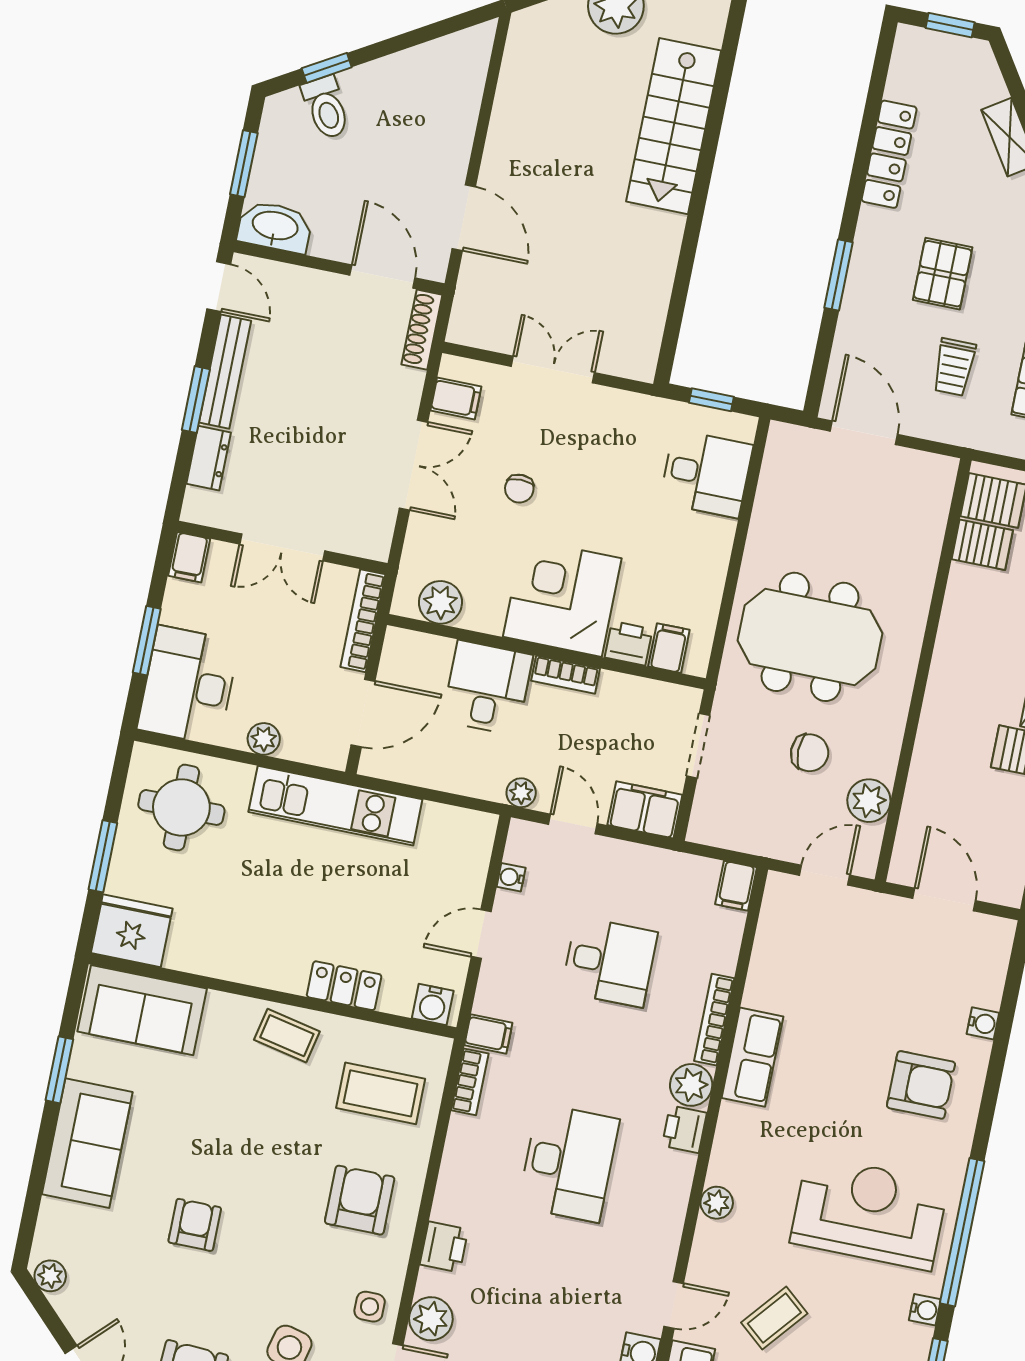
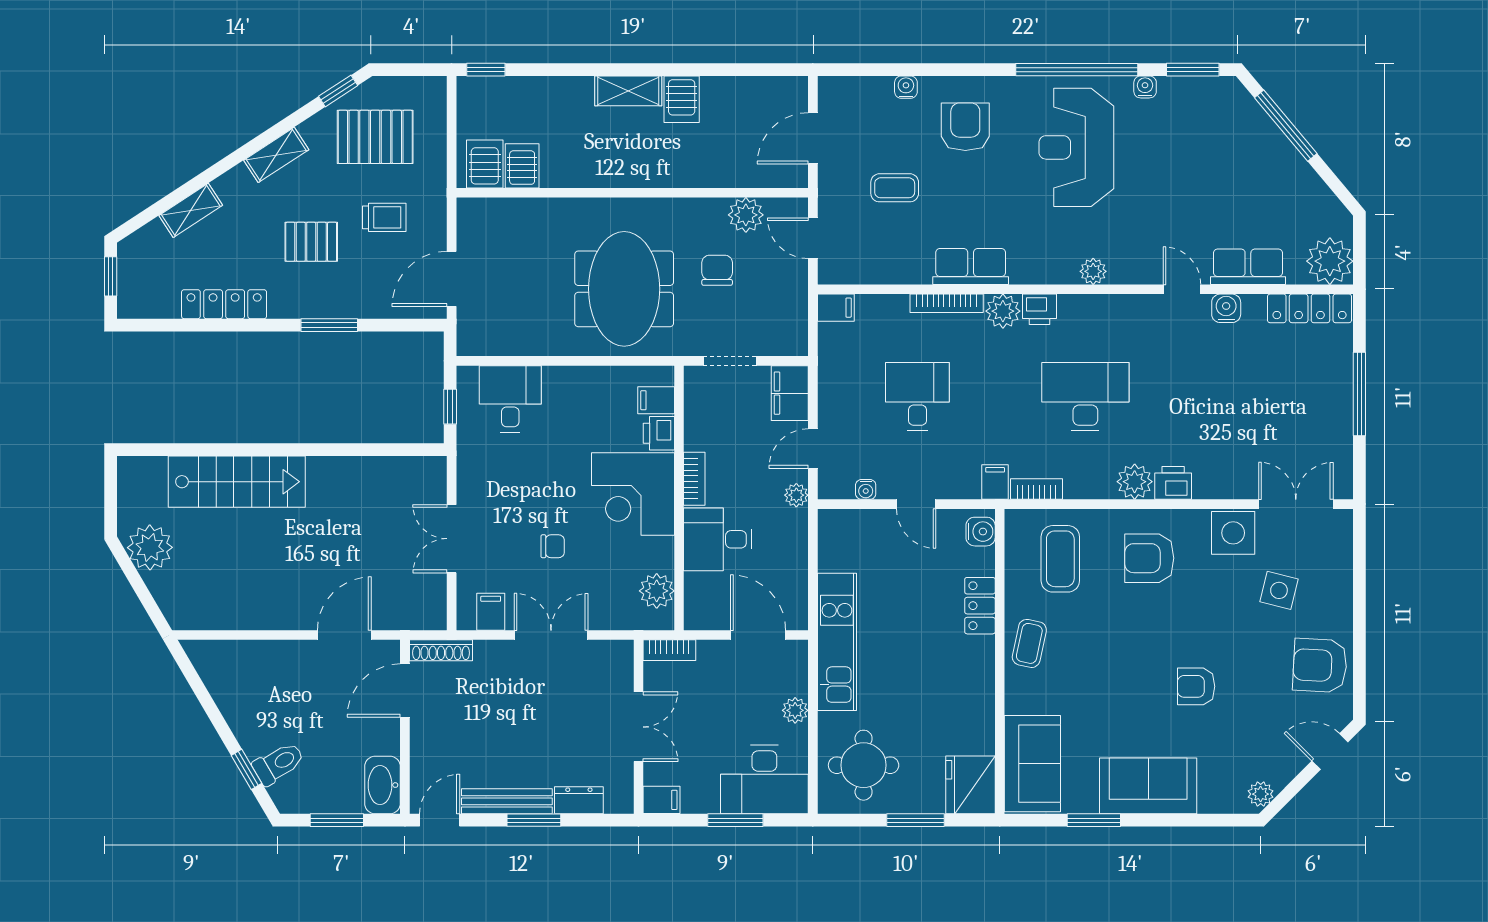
bookcase: (363, 621) -> (669, 650), width x0.64
side table: (370, 1307) -> (1233, 533), width x1.87, depth x1.87
coffee table: (774, 1318) -> (895, 188), moved, turned -40
plant: (431, 1319) -> (1135, 482), moved

